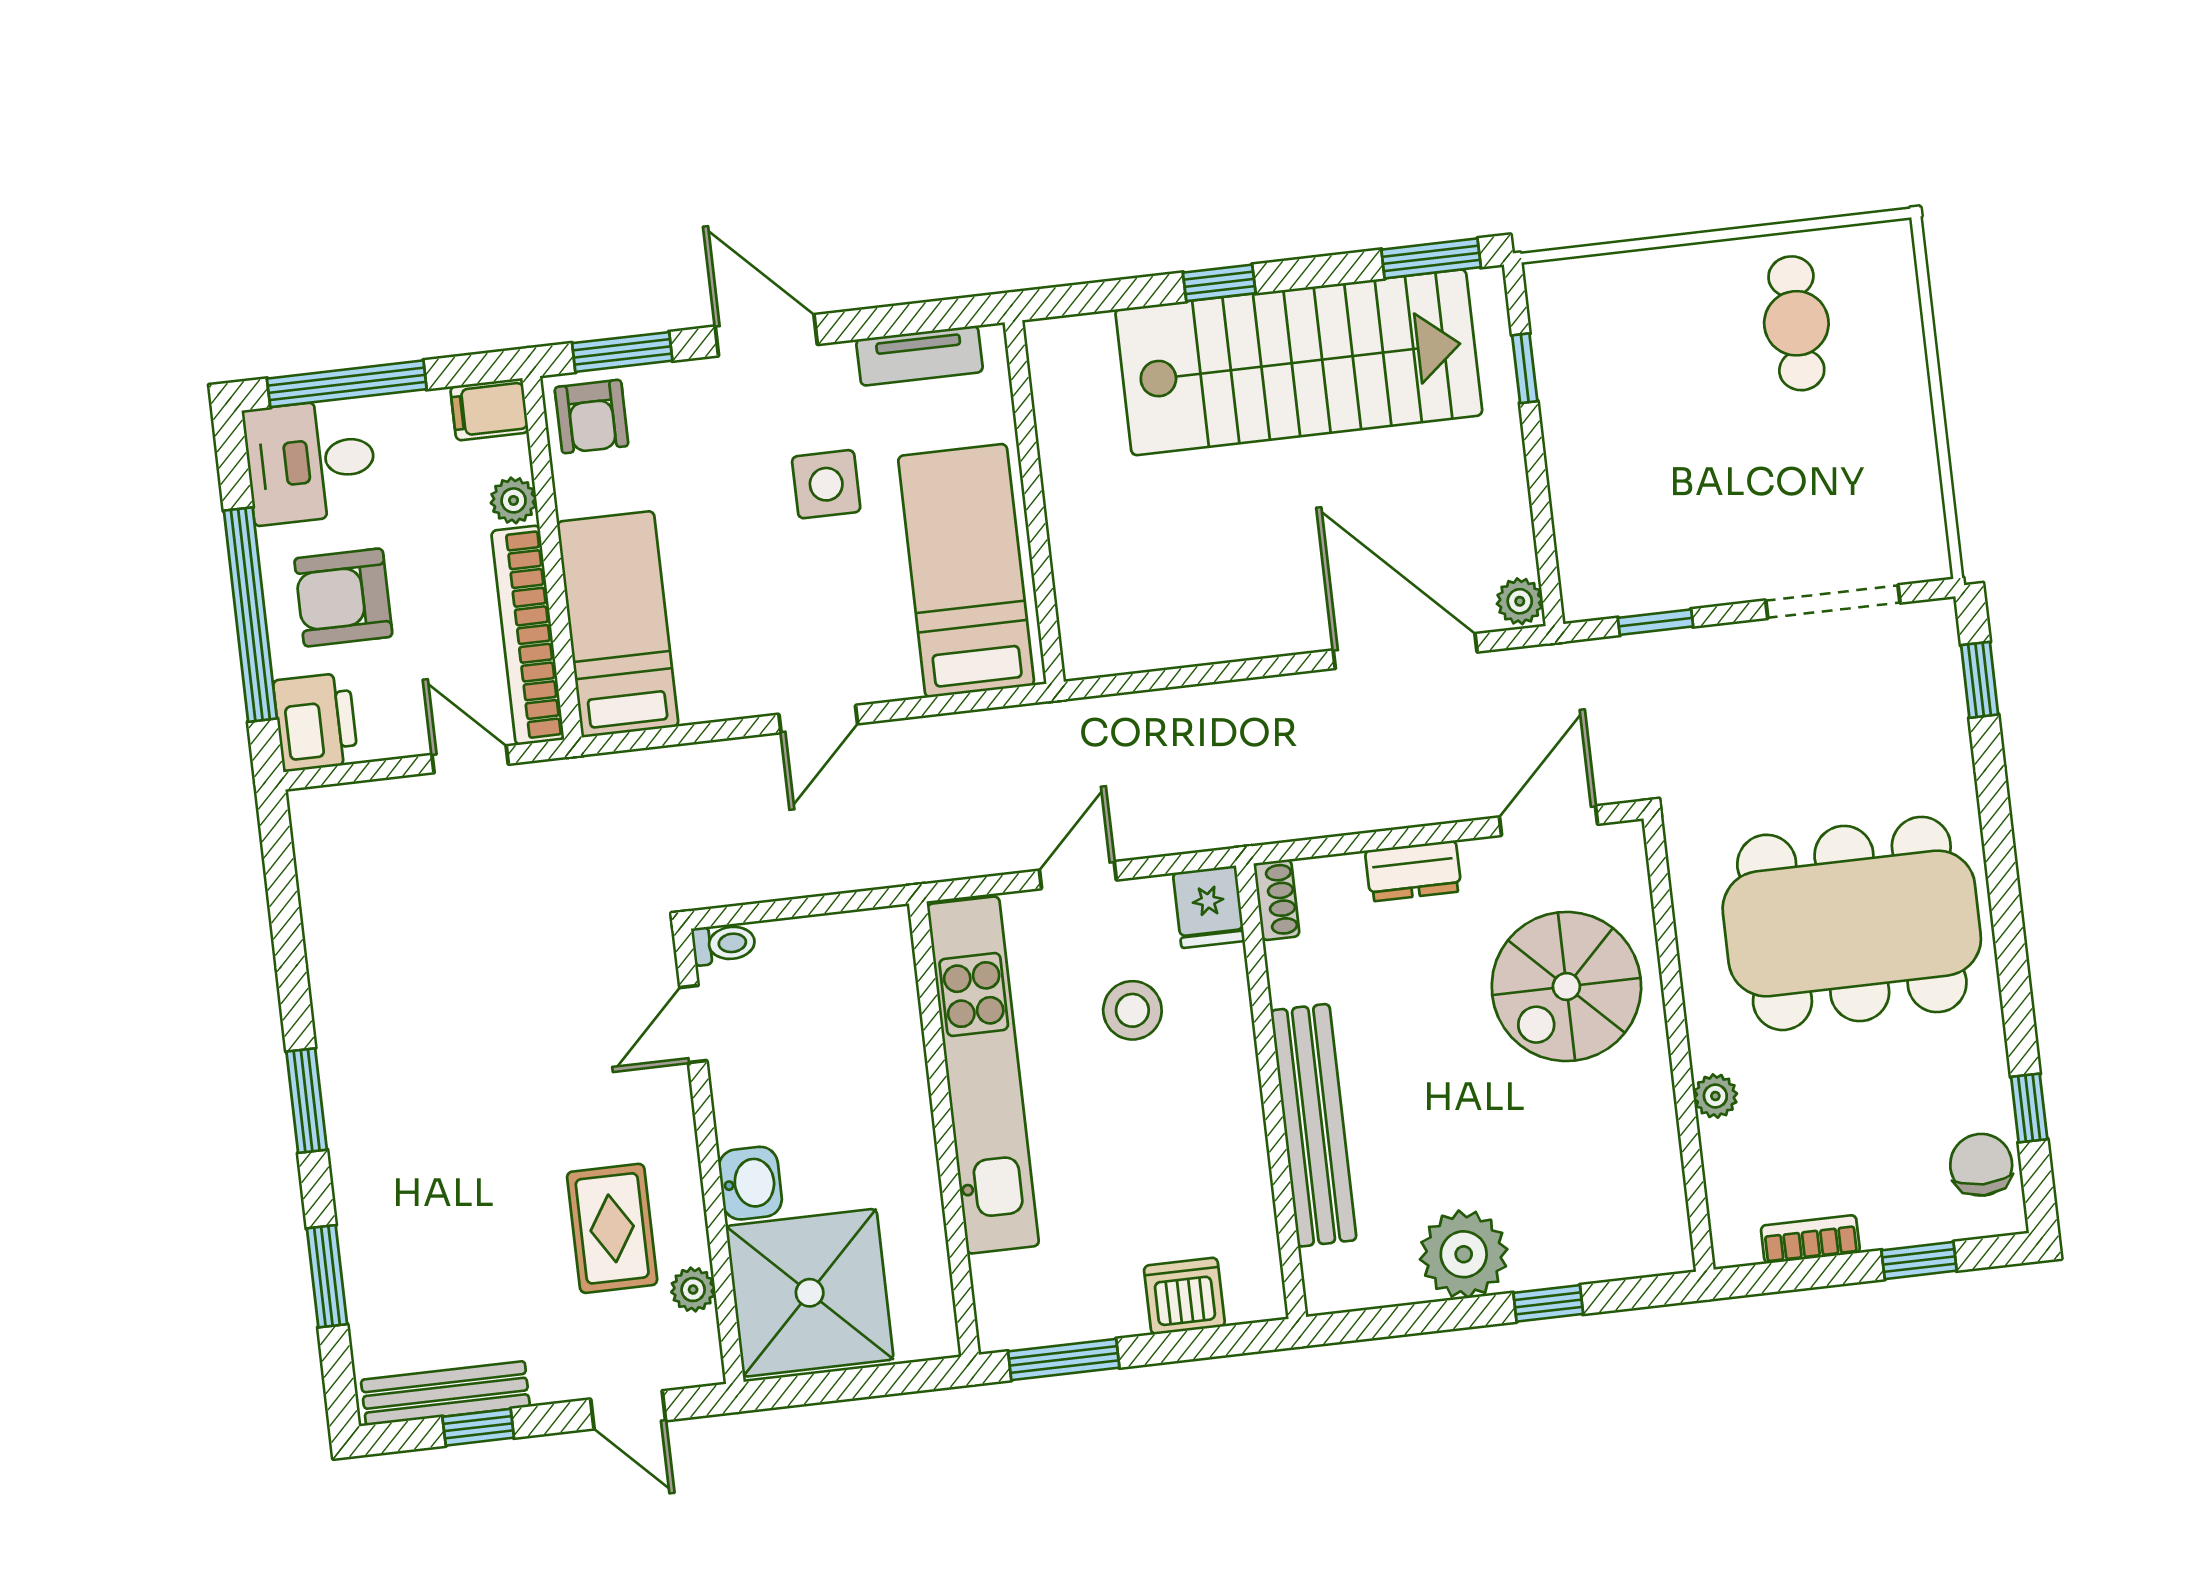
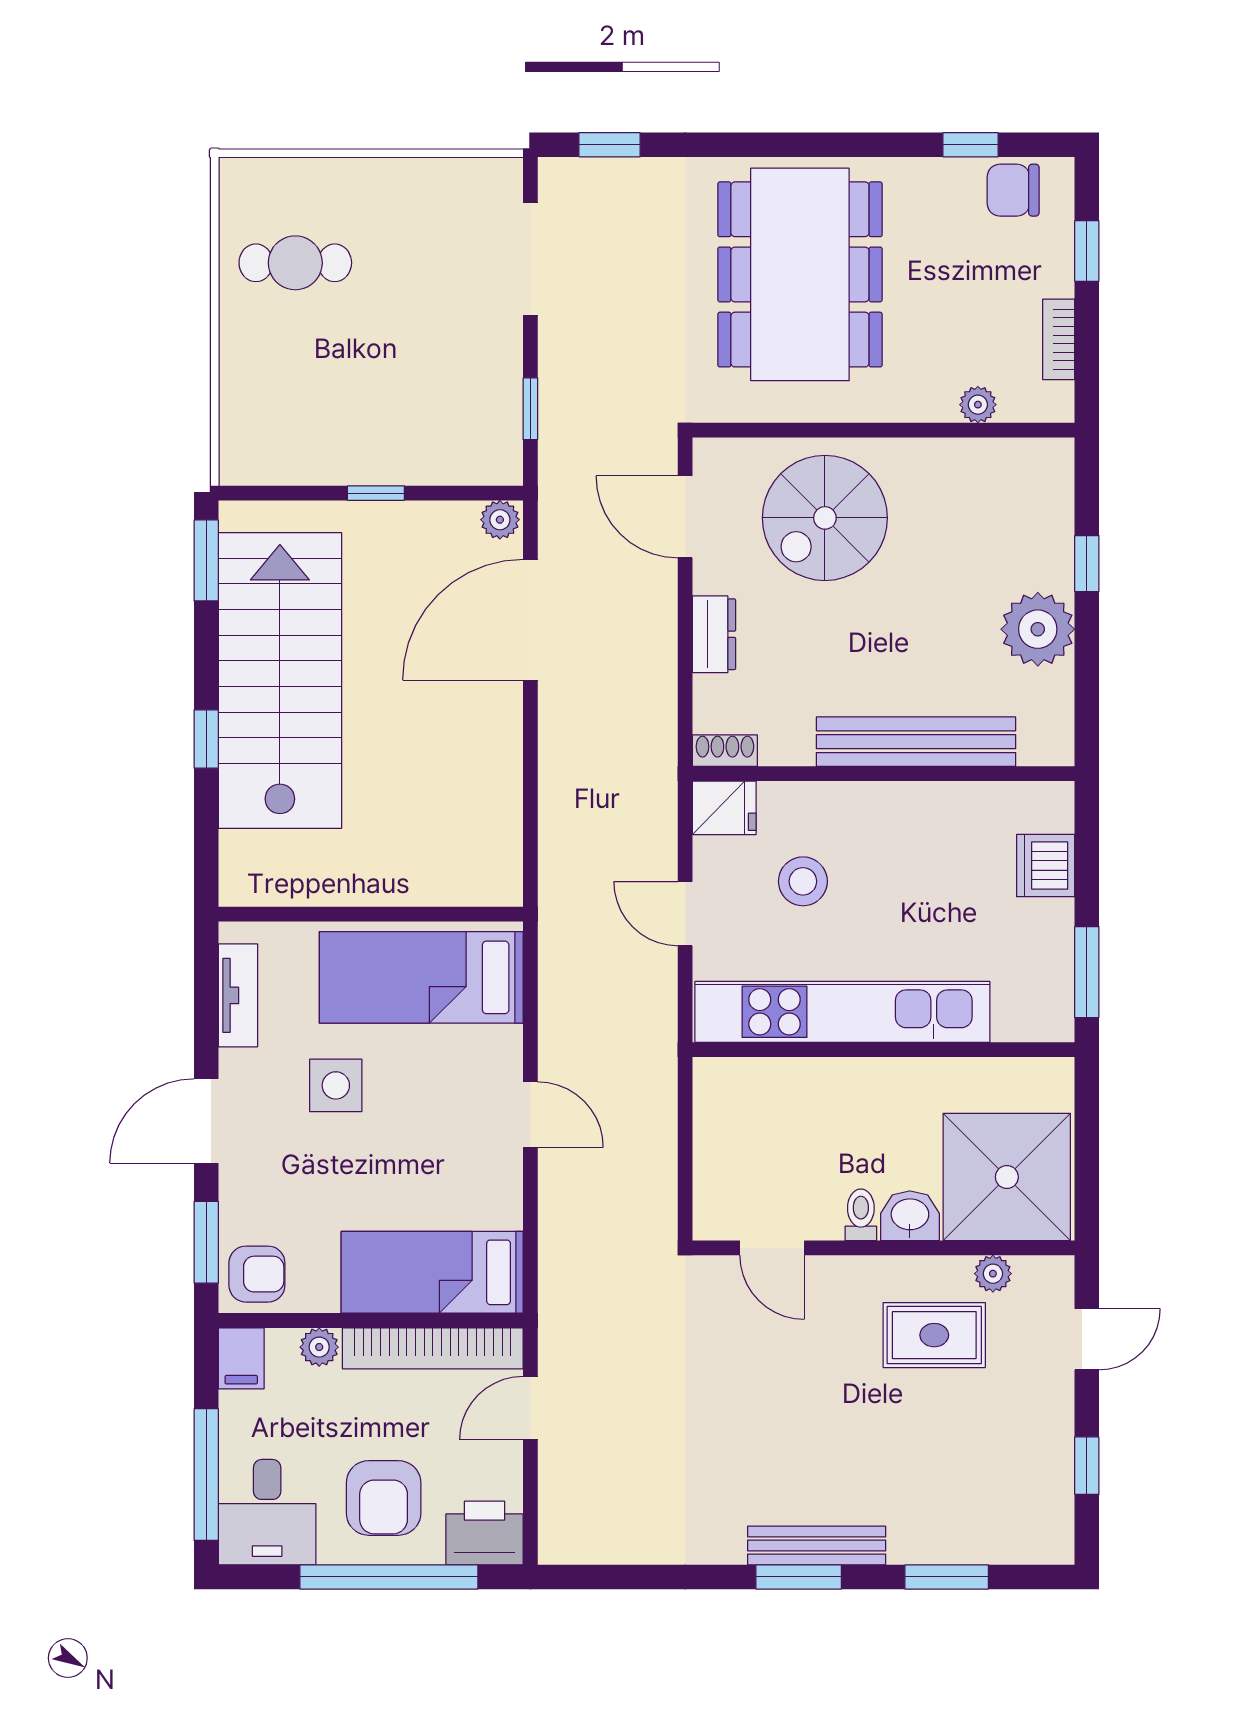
window: (1525, 368) -> (376, 493), moved
toilet: (724, 944) -> (861, 1215), moved
spiral stairs: (1566, 987) -> (825, 518), turned 90
plant: (1715, 1096) -> (978, 405), moved
bench: (445, 1393) -> (817, 1545), moved, turned 90

